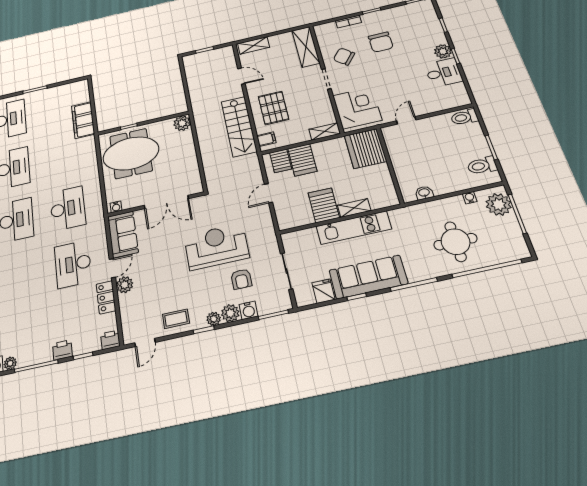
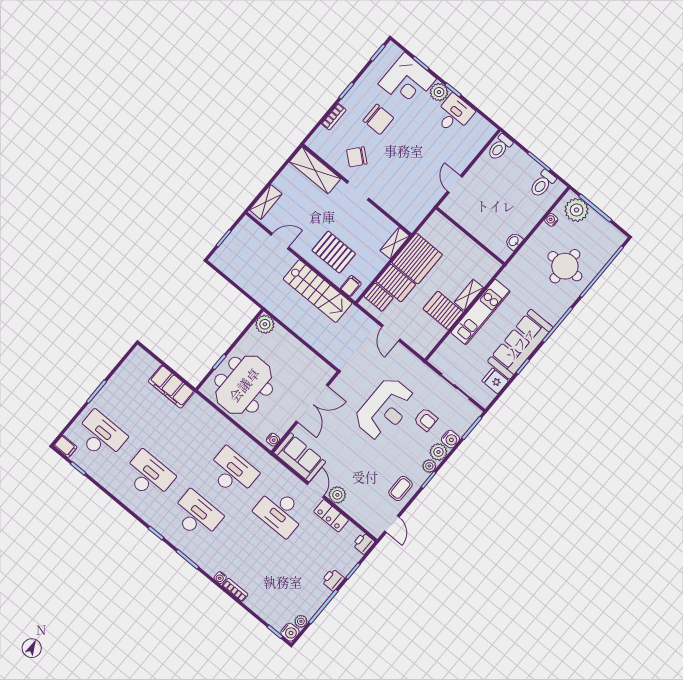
corner desk: (357, 108) -> (407, 81), moved, turned 180
server rack: (365, 149) -> (417, 259), moved, turned -90
reception desk: (216, 247) -> (385, 409), turned 180

